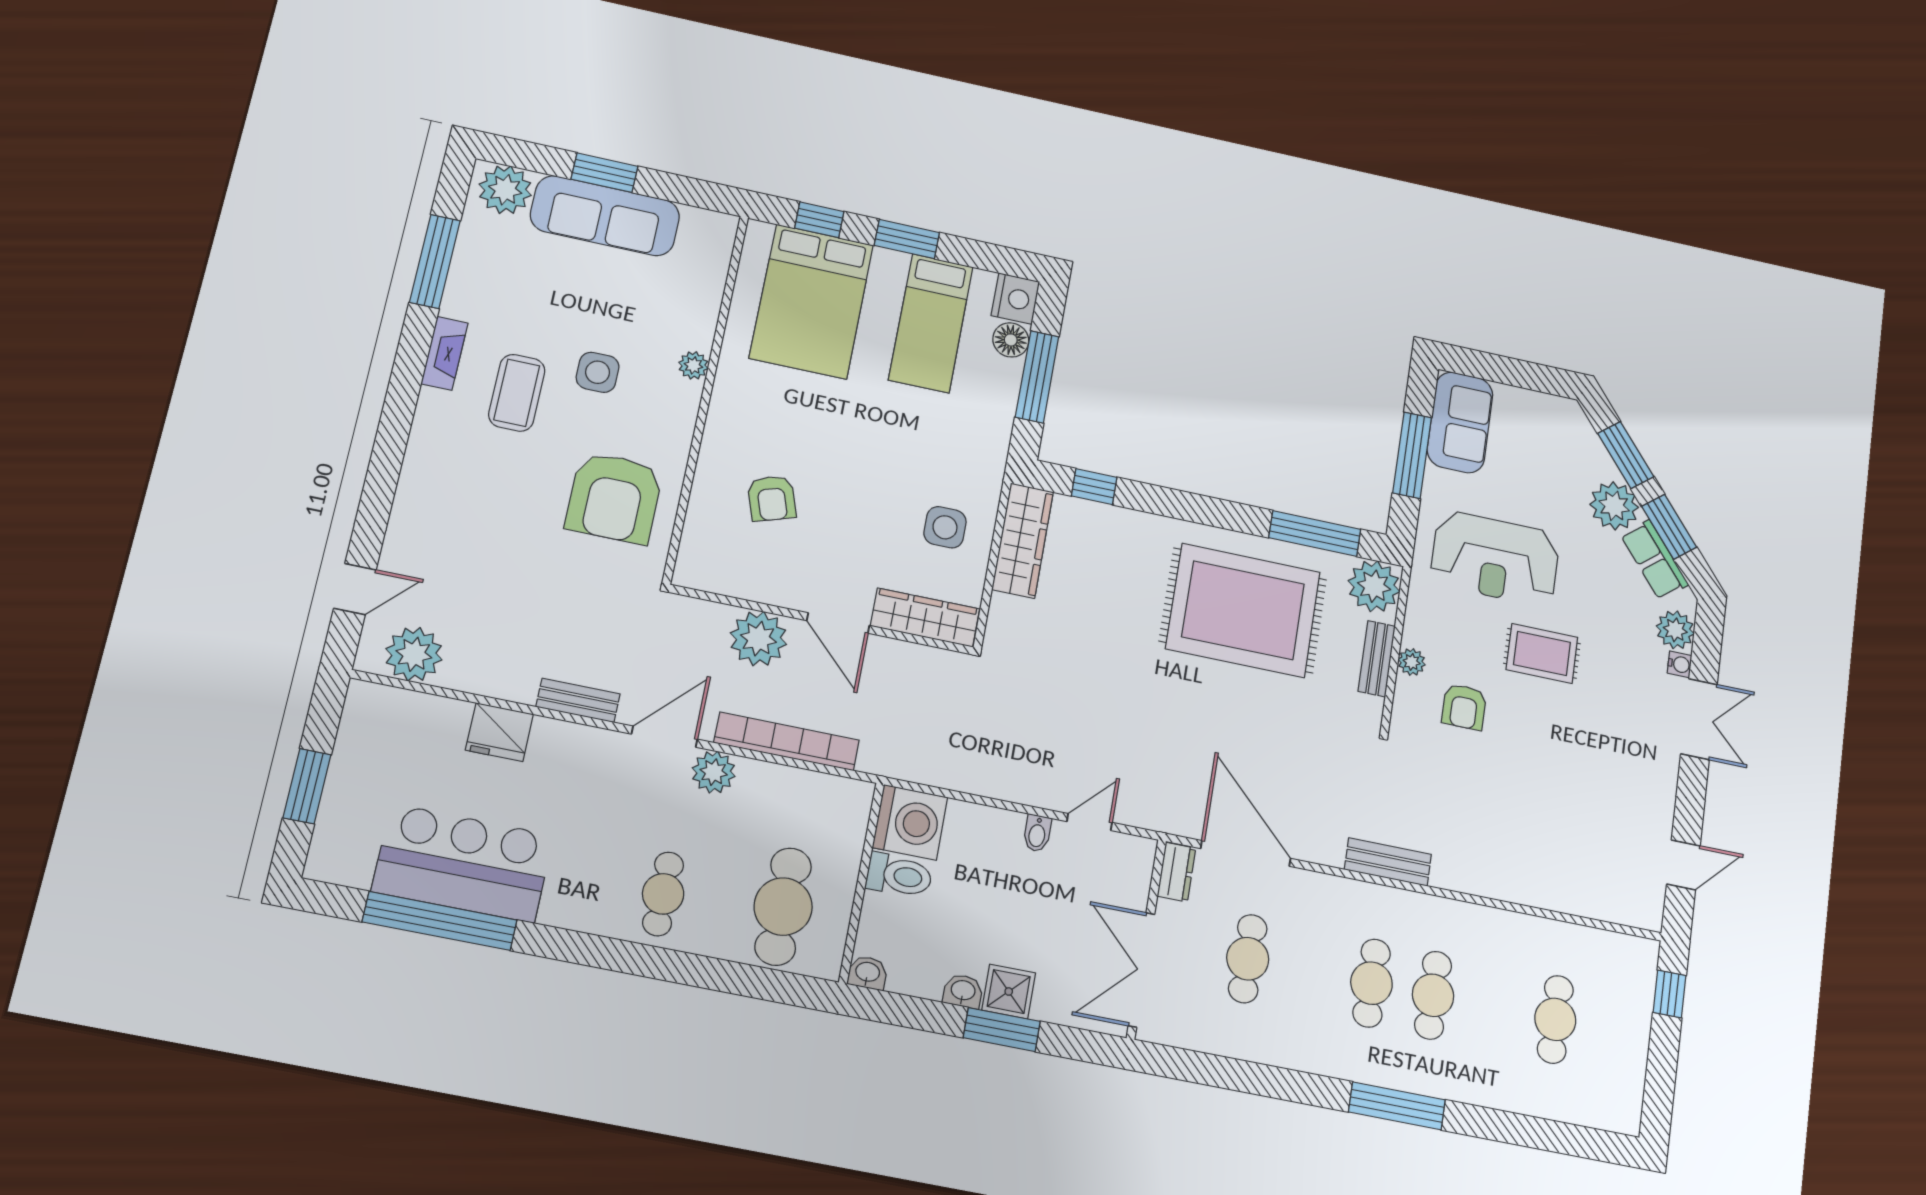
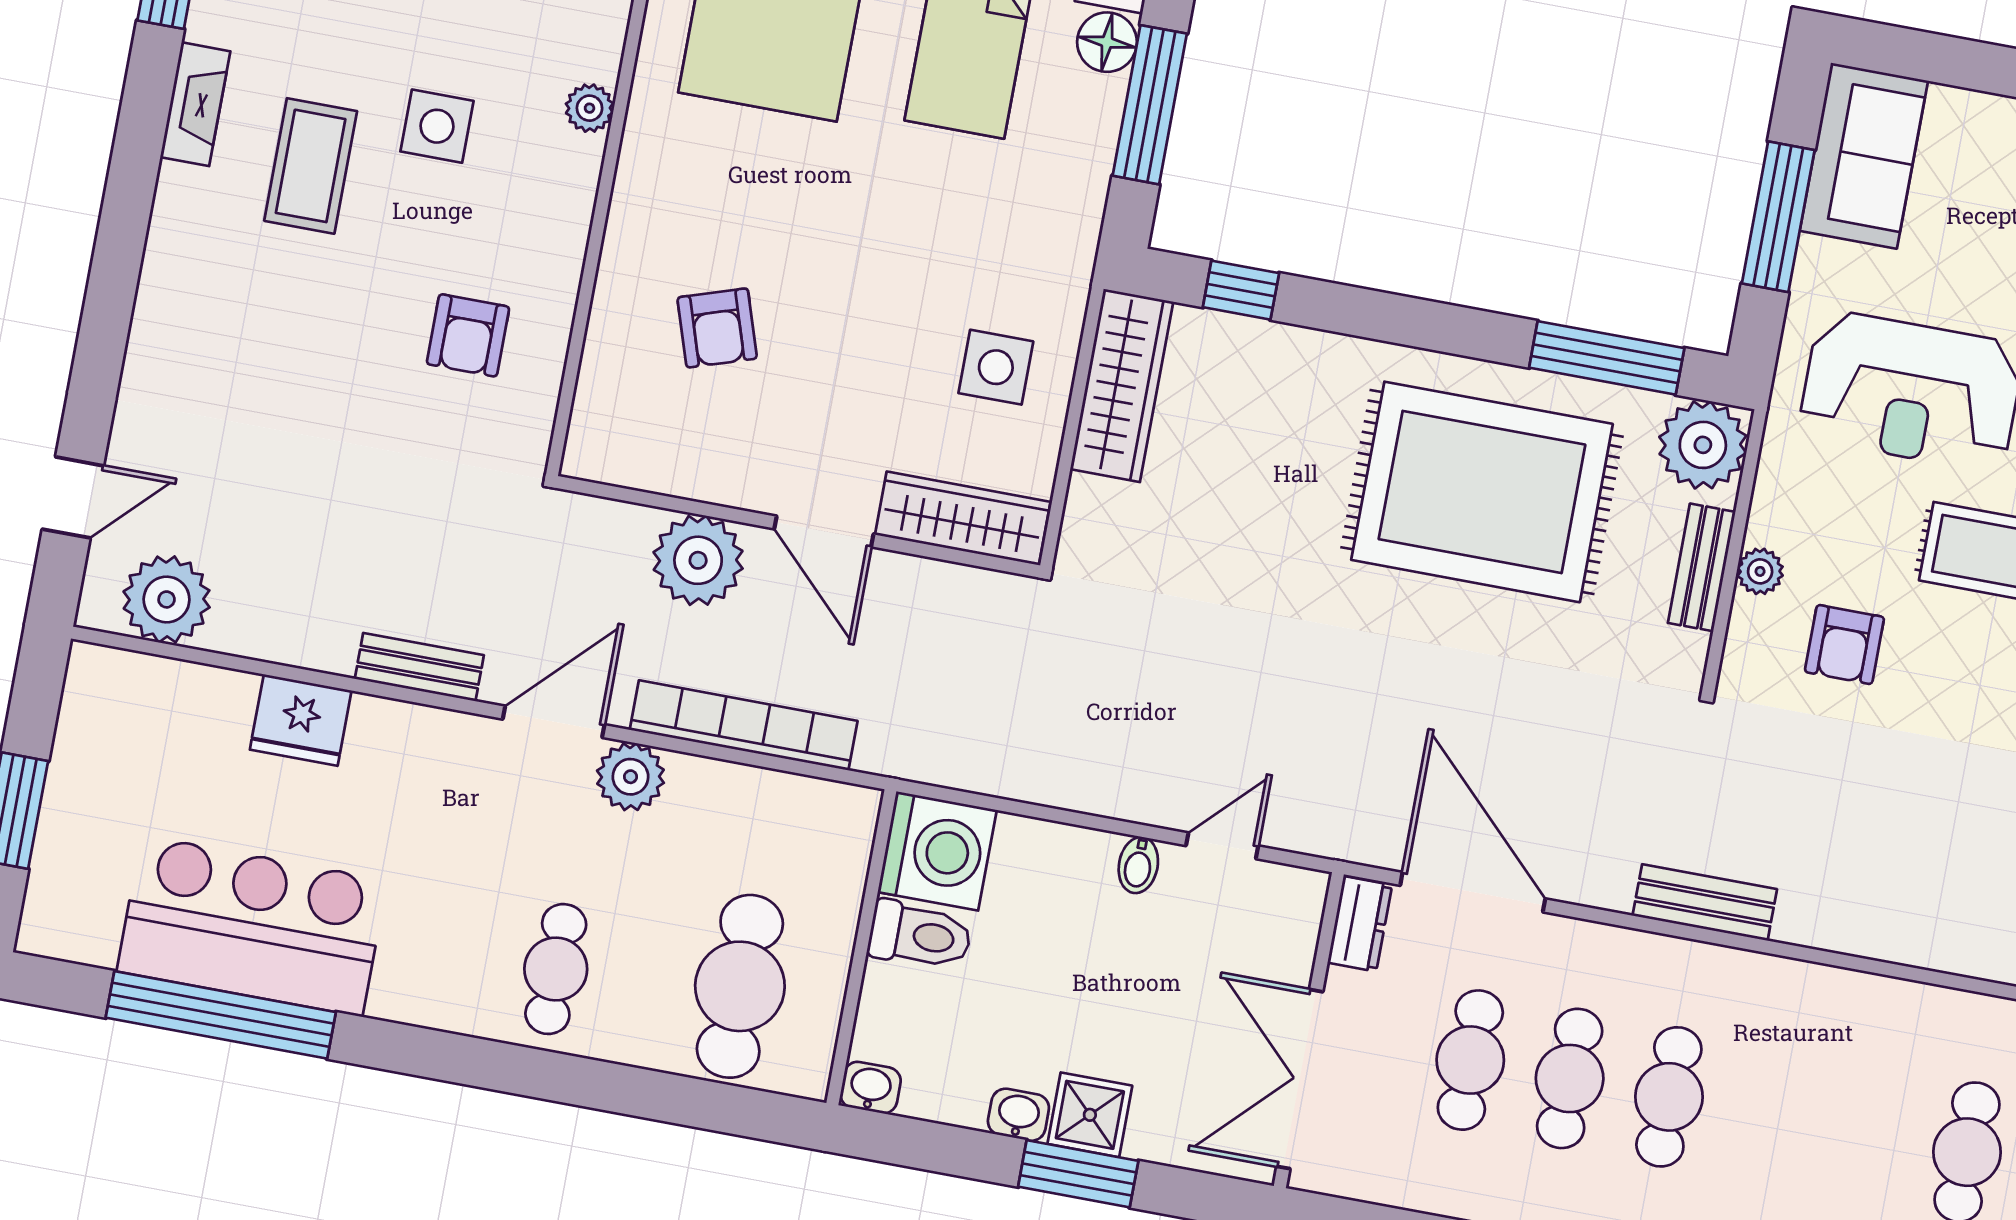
armchair: (614, 498) -> (468, 335), width x0.53, depth x0.53
cafe table: (1433, 995) -> (1570, 1078), moved

